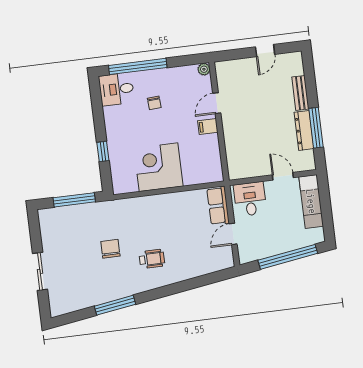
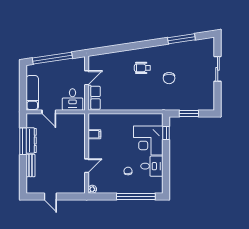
door: (265, 51) -> (50, 197), swing flipped
desk: (116, 89) -> (152, 166), moved
filing cabinet: (208, 126) -> (94, 134), moved
window: (103, 151) -> (166, 133), moved
corner desk: (158, 167) -> (148, 140), moved, turned 90
window: (74, 200) -> (189, 113), width x0.69
window: (115, 305) -> (181, 39), moved

